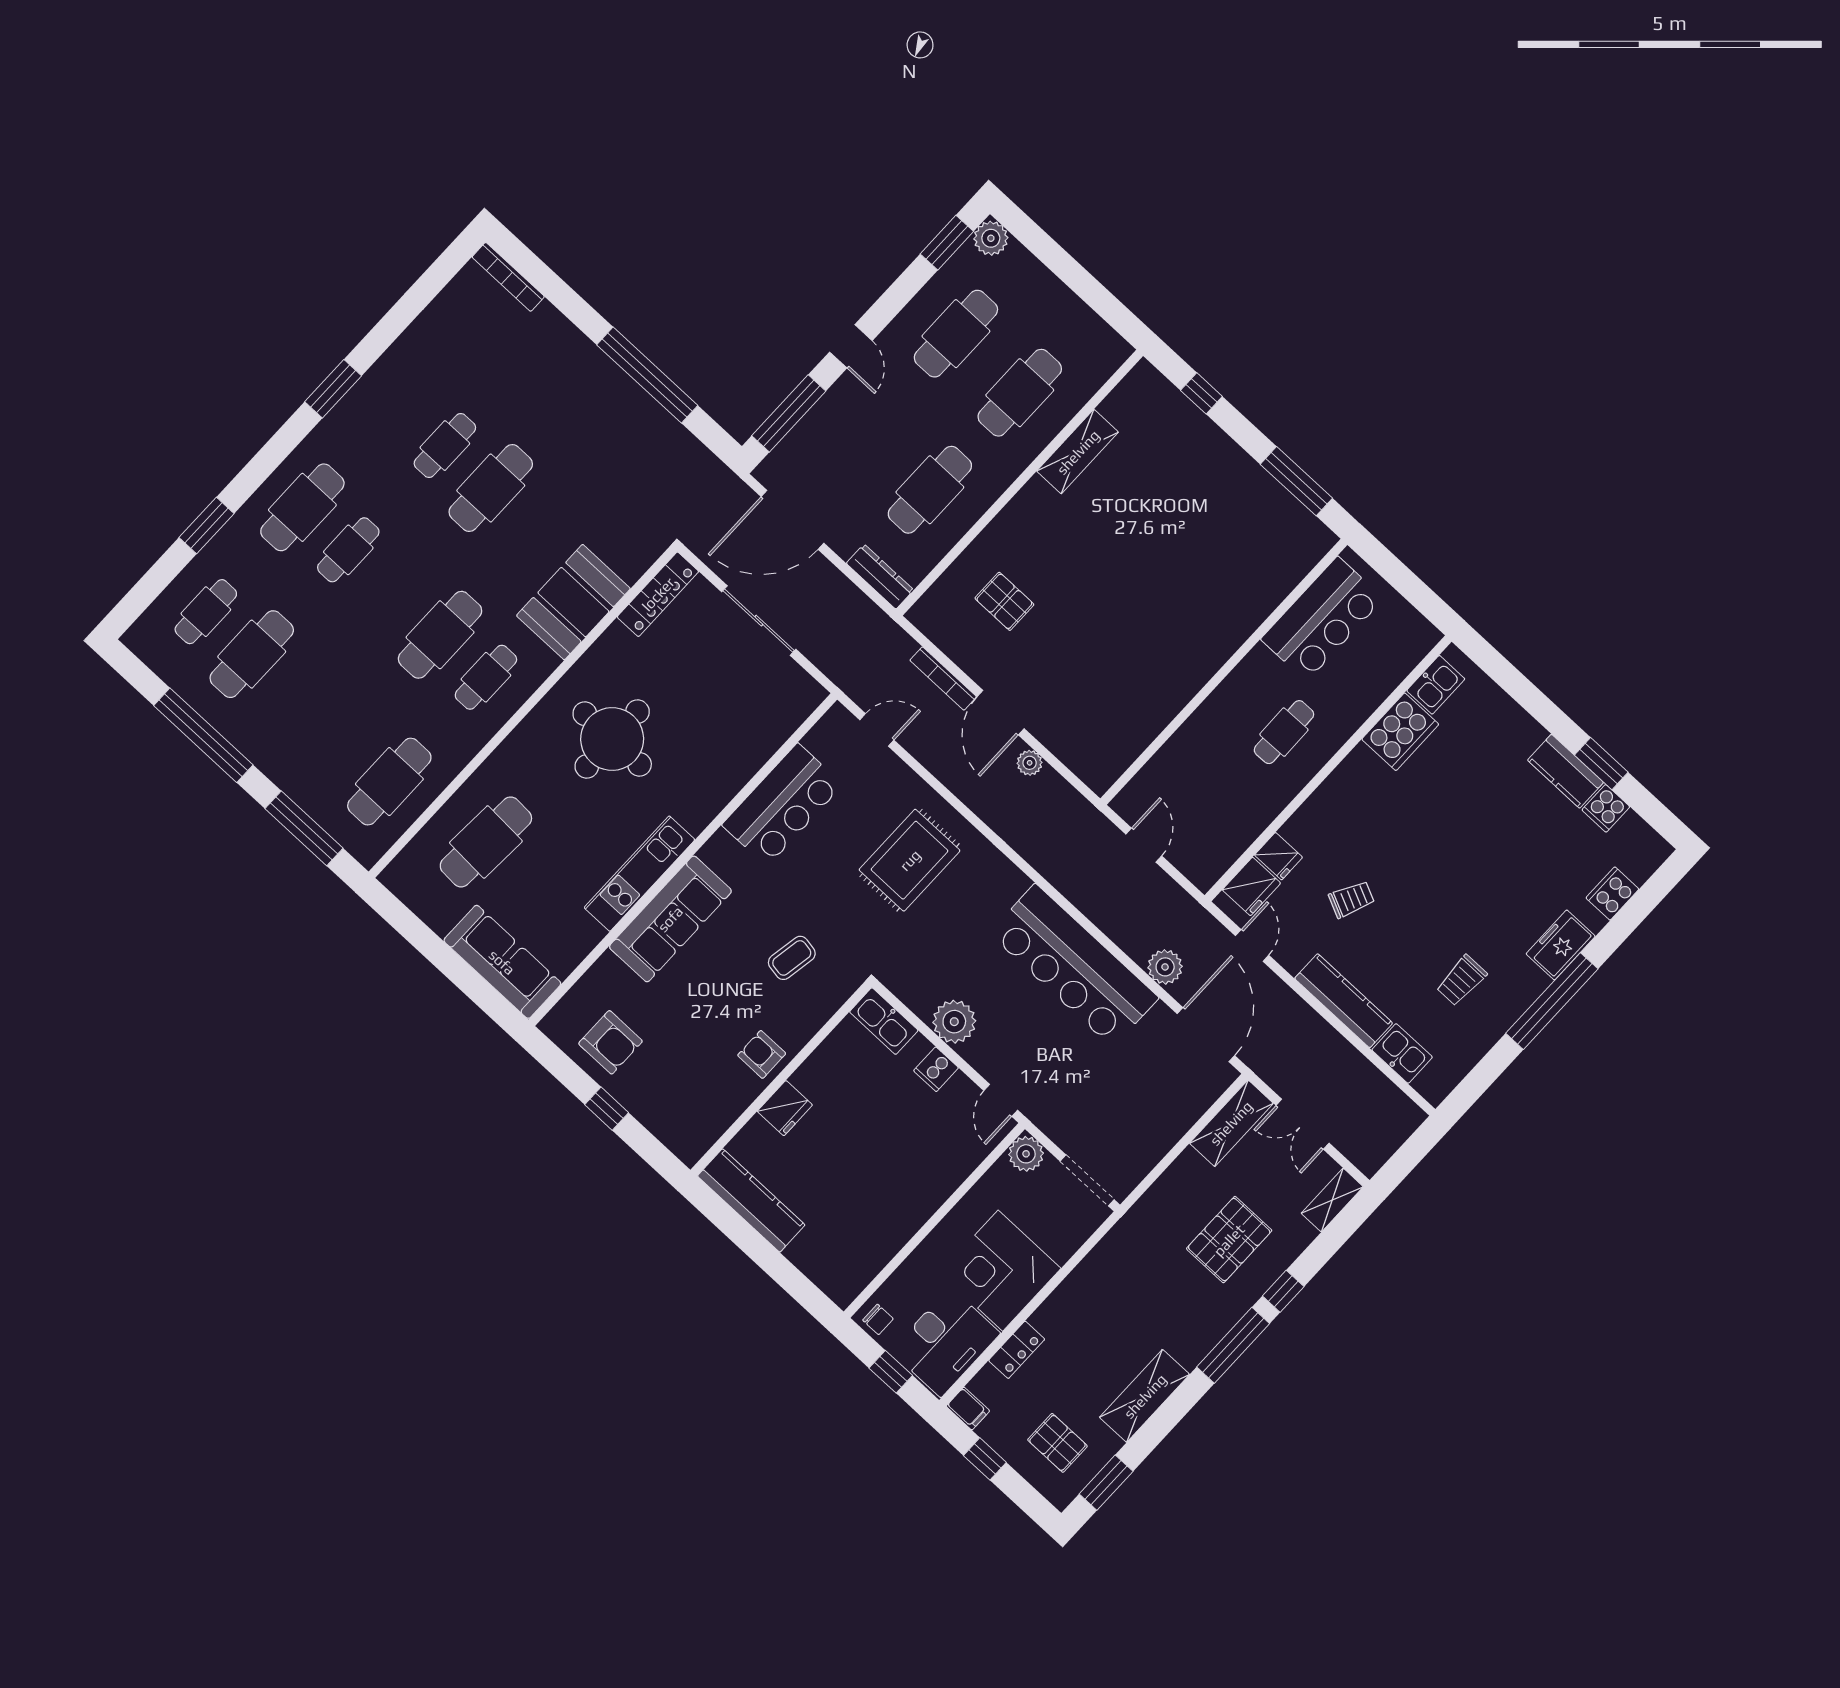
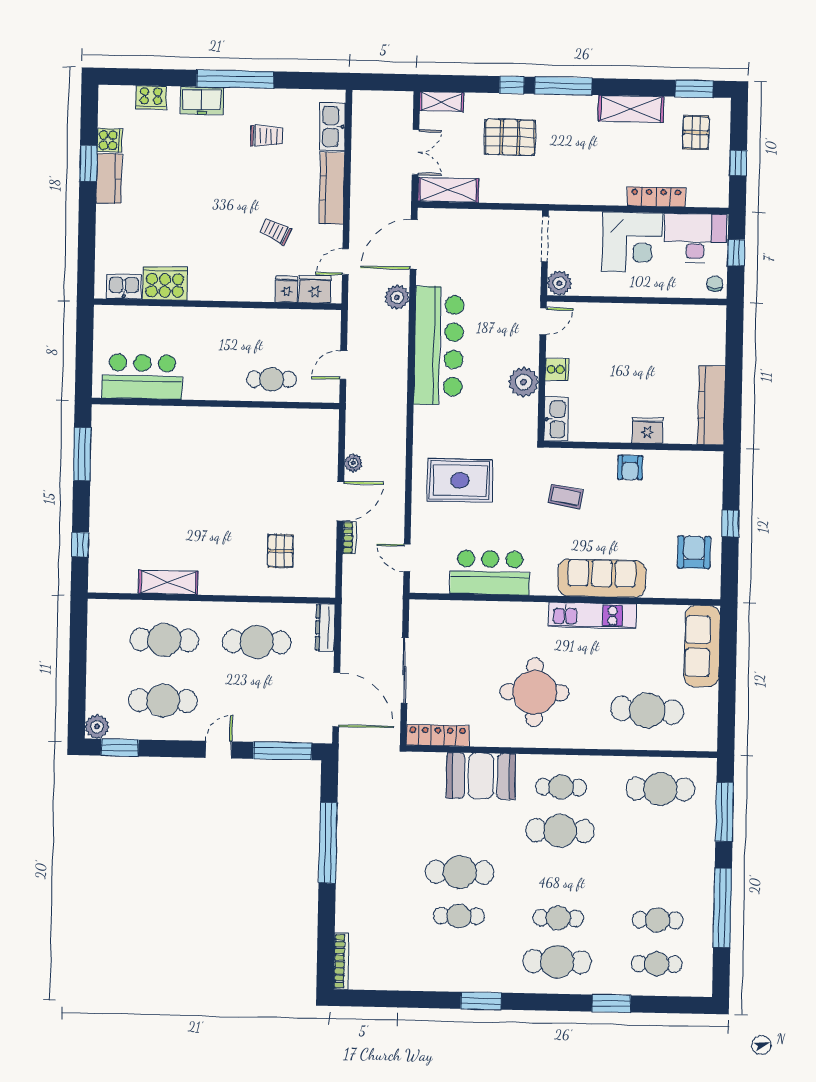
cafe table: (252, 654) -> (658, 920), width x0.73, depth x0.74
bookcase: (943, 678) -> (349, 538), width x0.64
cafe table: (1284, 732) -> (272, 379), moved
kitchen sink: (1402, 1053) -> (332, 127), width x1.38
locker: (1017, 1350) -> (656, 197), width x1.53
filing cabinet: (968, 1409) -> (720, 195), removed

